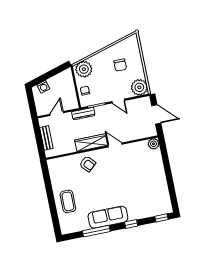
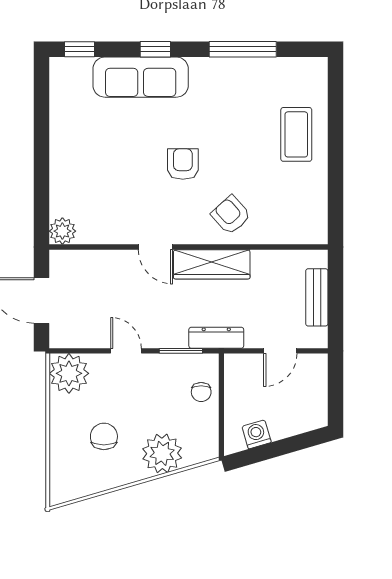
plant: (84, 69) -> (162, 453), moved
washing machine: (43, 87) -> (257, 434), moved
armchair: (111, 180) -> (183, 164), added
sofa: (108, 217) -> (141, 77), moved

